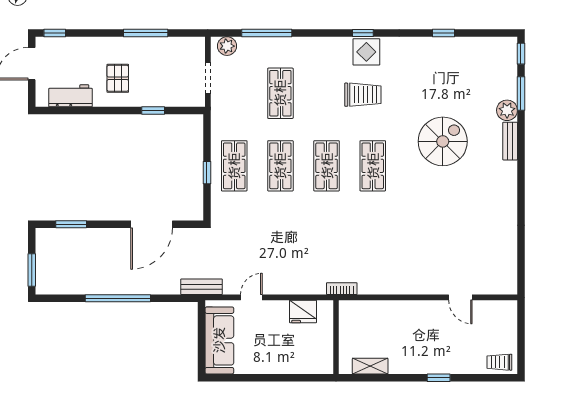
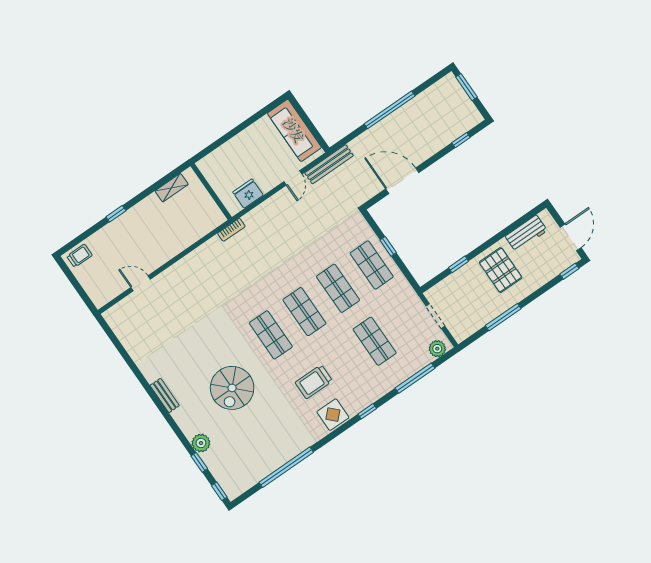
window: (363, 33) -> (367, 411), moved
window: (444, 33) -> (286, 467), width x3.17
pallet: (118, 78) -> (501, 270), width x1.50, depth x1.42
window: (521, 93) -> (199, 462), width x0.67
bench: (510, 141) -> (165, 395), moved
window: (71, 224) -> (461, 140), width x0.67
door: (152, 224) -> (402, 181), hinge flipped
bench: (202, 287) -> (329, 164), width x1.36

